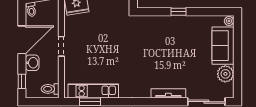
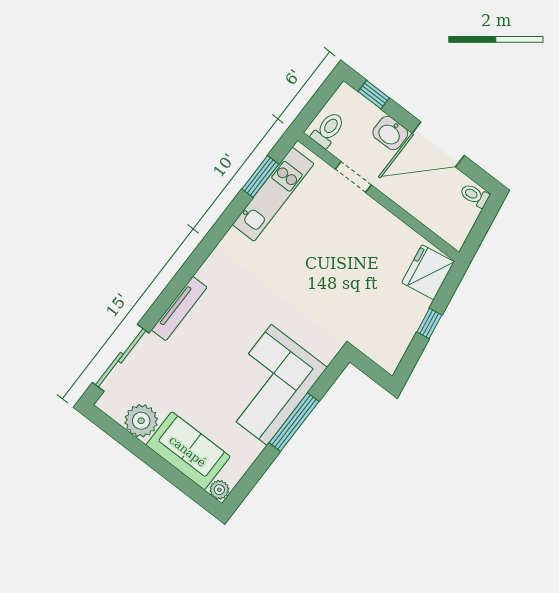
window: (179, 12) -> (294, 422), width x2.17
corner sofa: (171, 33) -> (269, 385), added
door: (22, 40) -> (438, 144), hinge flipped
doorway: (61, 46) -> (353, 177), moved

